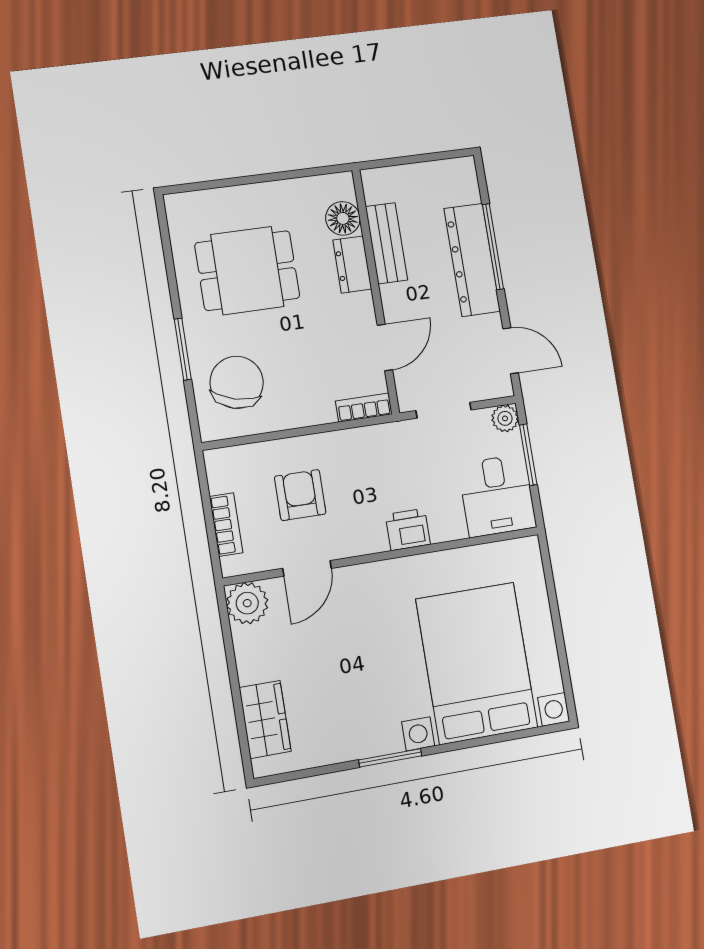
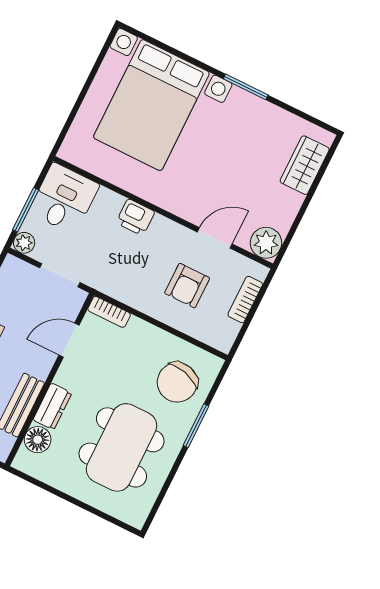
dining table: (247, 271) -> (121, 447), width x1.38

